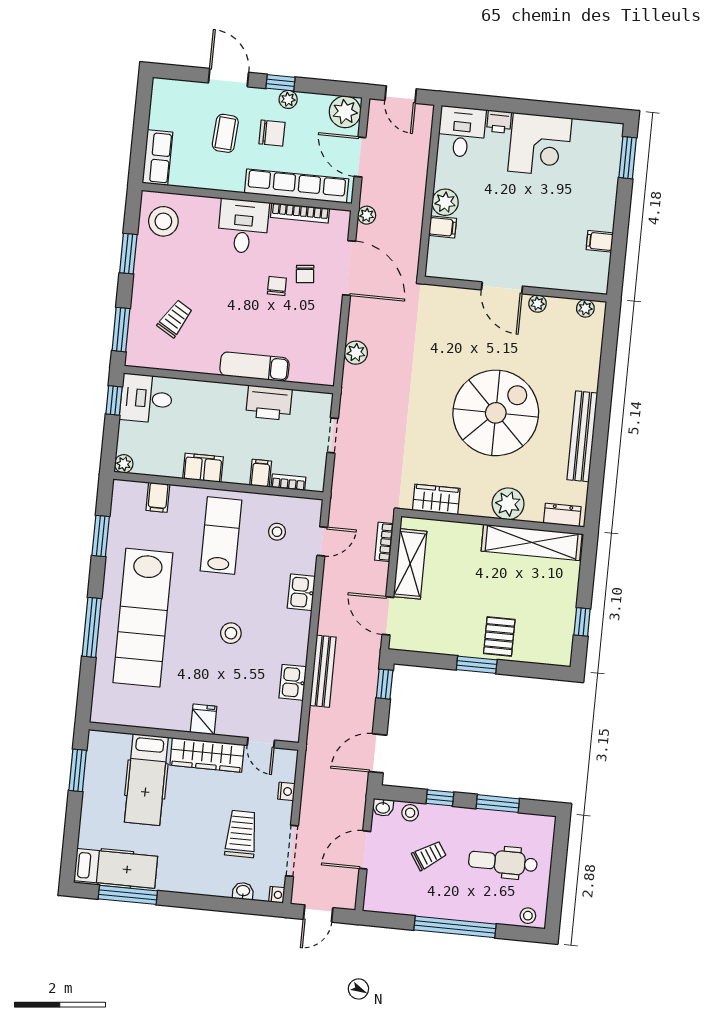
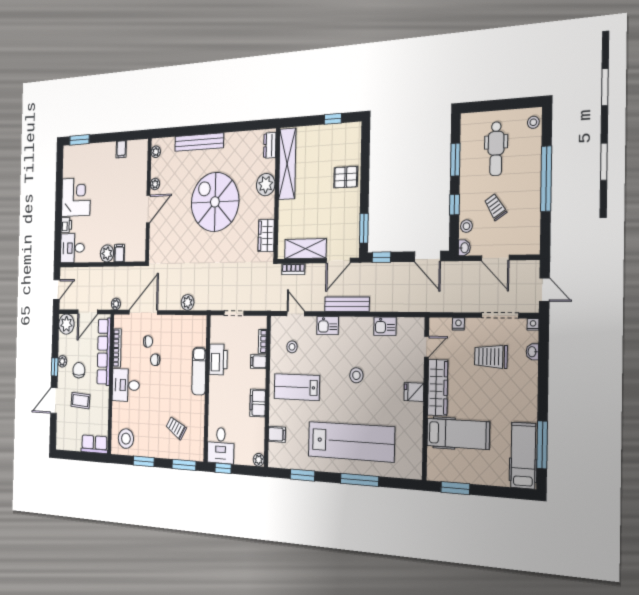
bench: (582, 436) -> (199, 142), moved
window: (477, 665) -> (364, 228), moved
bench: (323, 671) -> (347, 304), moved

